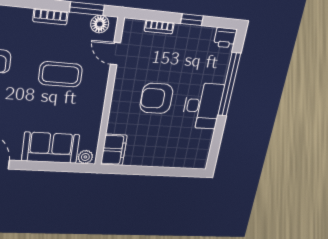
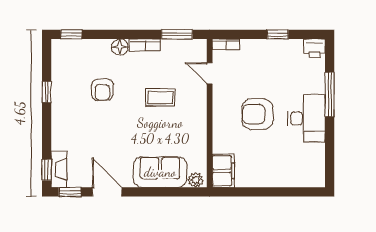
floor lamp: (100, 24) -> (120, 47), moved
bookcase: (159, 27) -> (226, 44), moved
coffee table: (60, 74) -> (160, 97), width x0.73, depth x0.77
window: (229, 85) -> (330, 94), width x0.68

